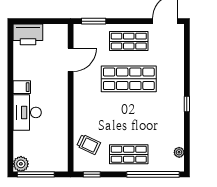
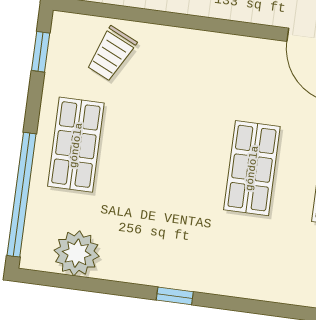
shop shelf: (129, 79) -> (252, 168), width x0.70, depth x0.74
plant: (179, 152) -> (77, 253), width x1.88, depth x1.88

